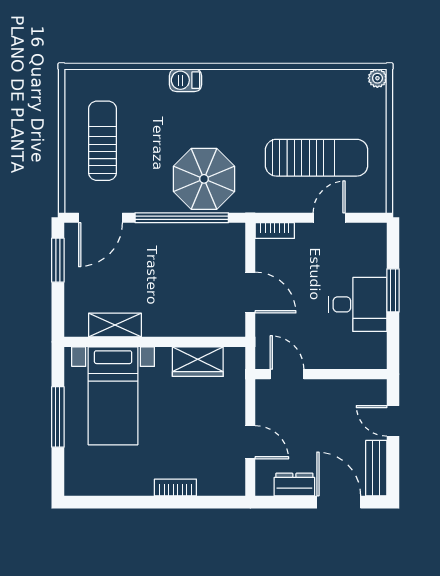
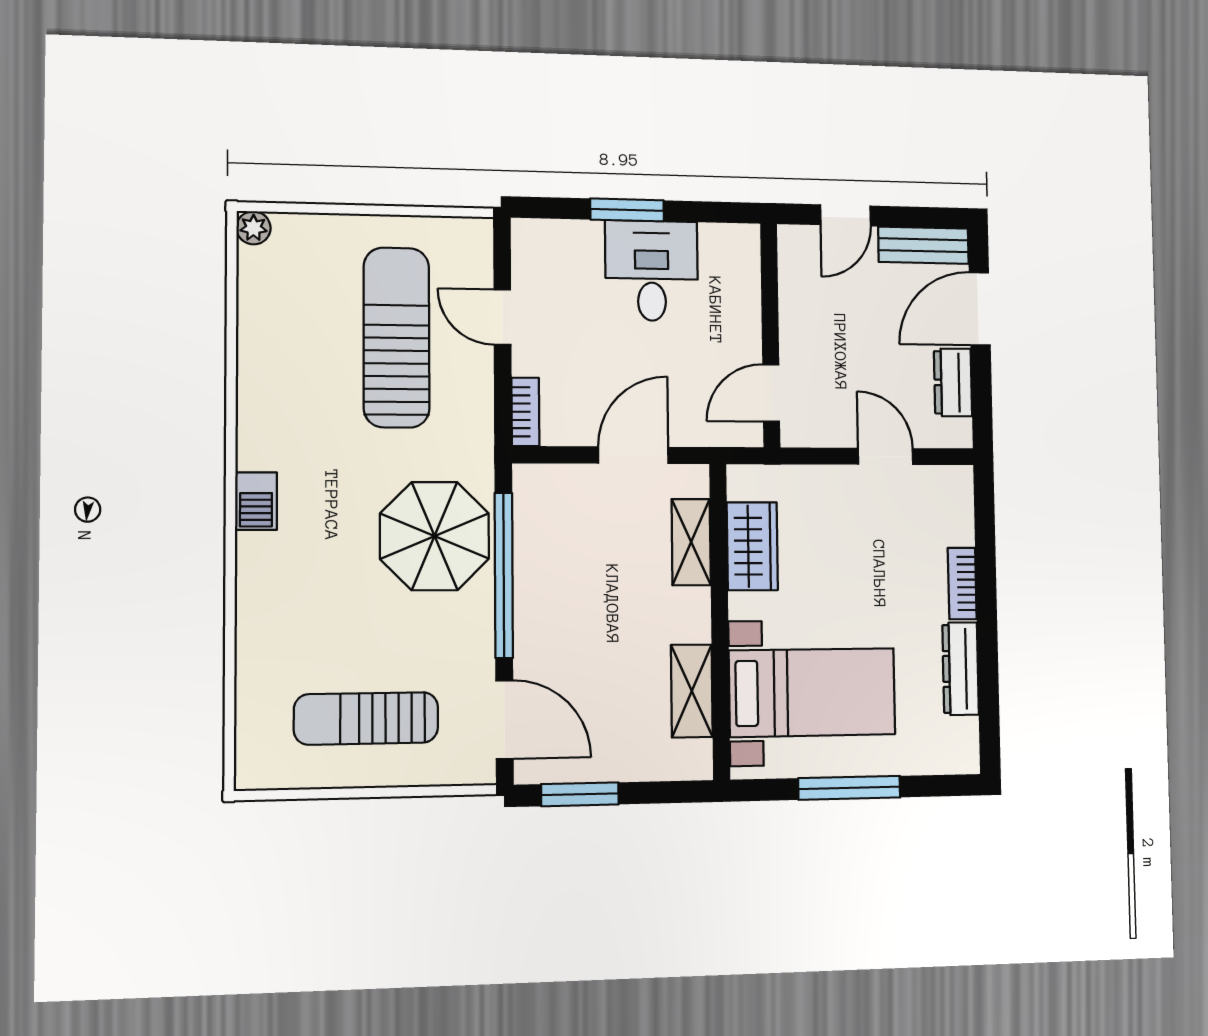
barbecue: (185, 80) -> (256, 501), moved
shelving: (200, 326) -> (691, 542), added
door: (250, 442) -> (886, 456), hinge flipped
dresser: (126, 485) -> (961, 669), added

